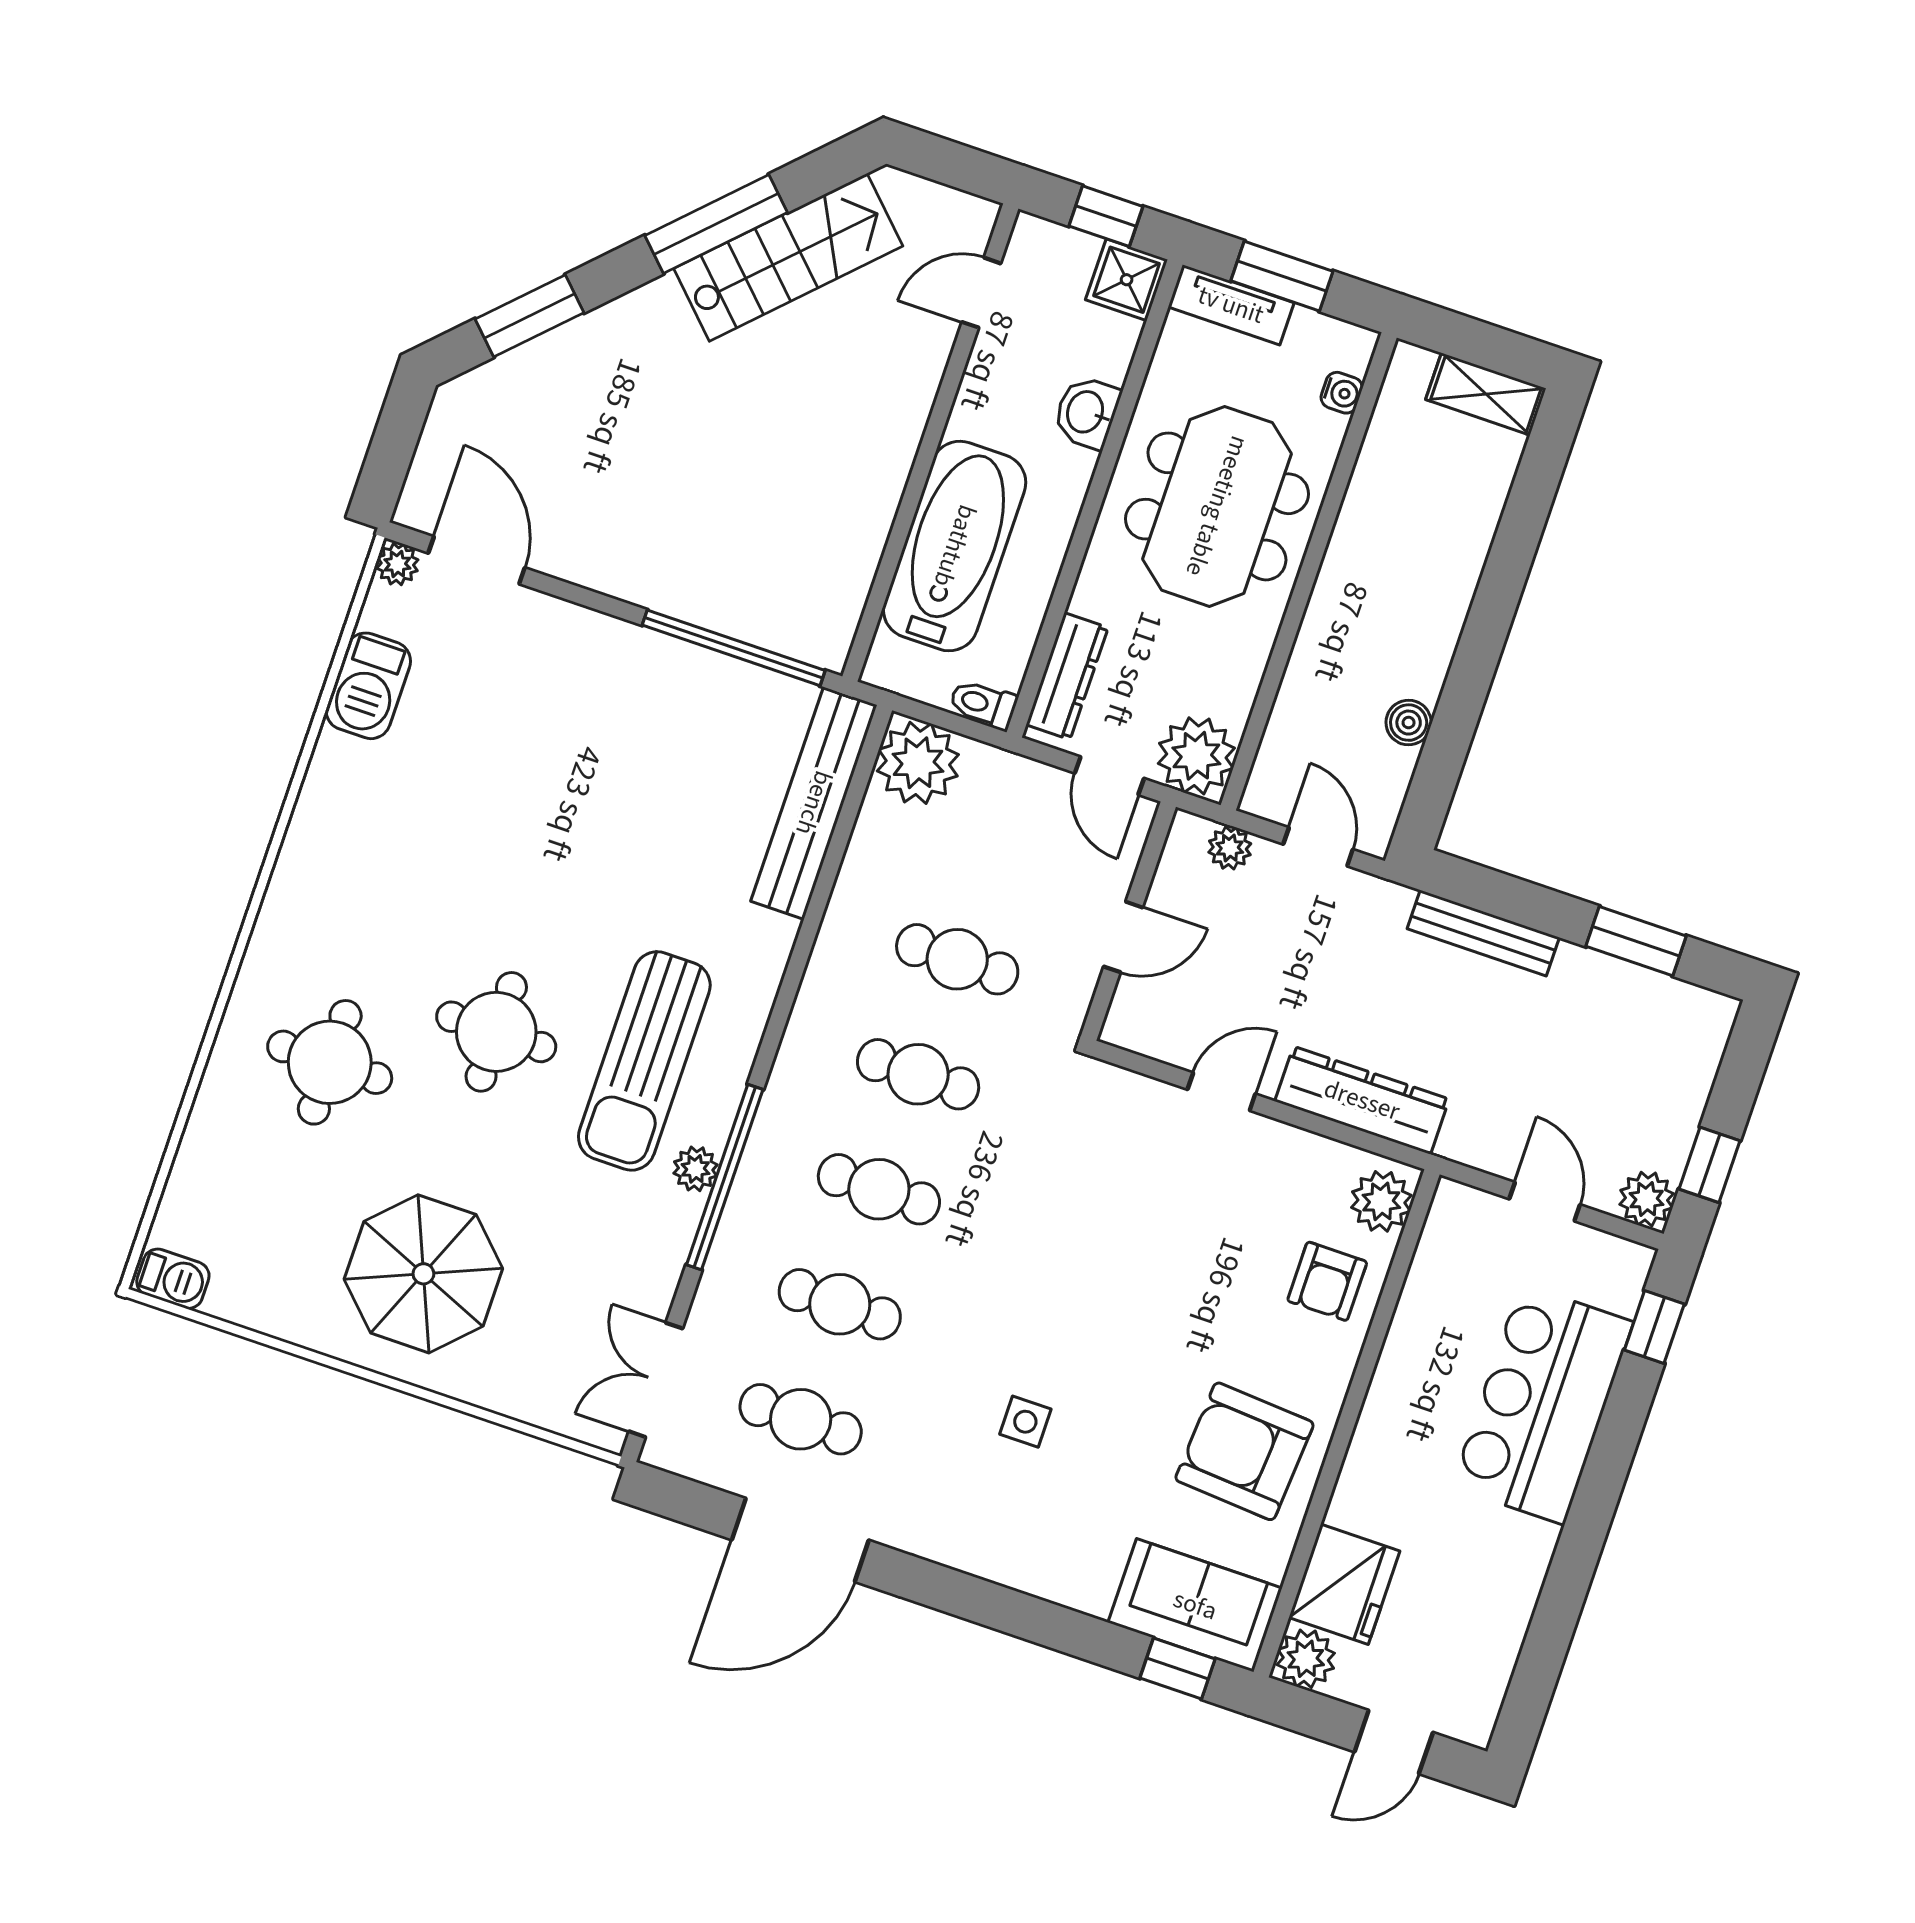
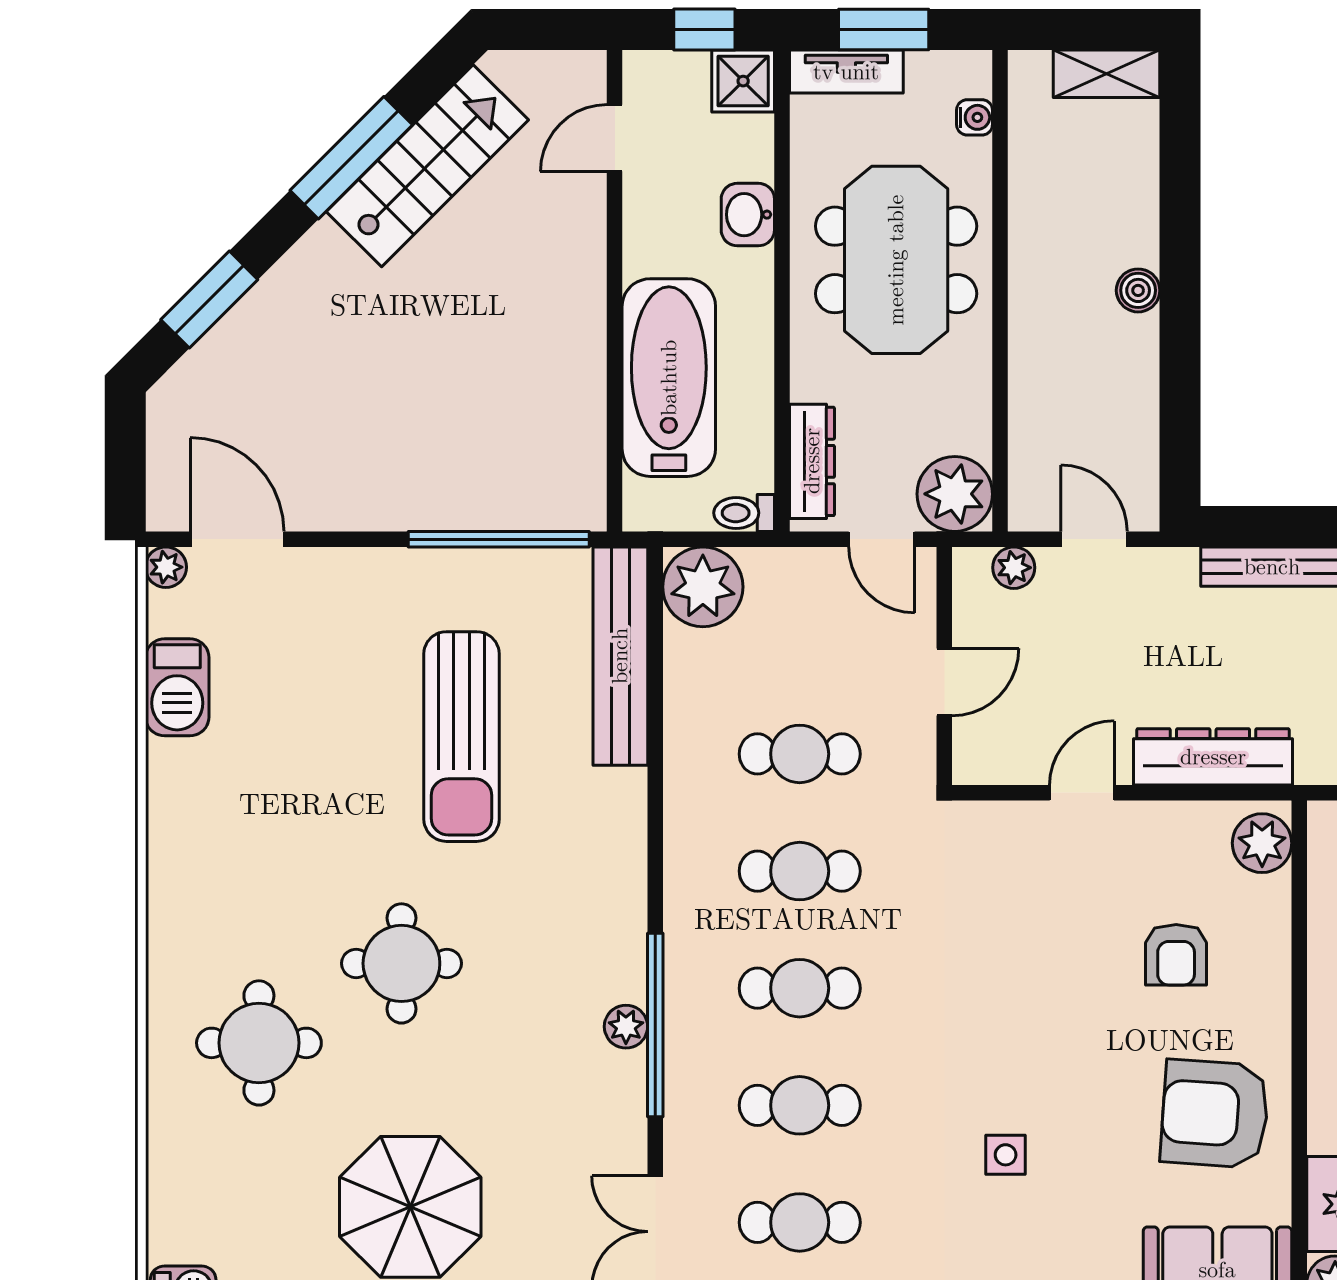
boiler: (1409, 723) -> (1138, 290), moved
sun lounger: (644, 1061) -> (461, 737), moved
armchair: (1327, 1281) -> (1176, 955), moved

